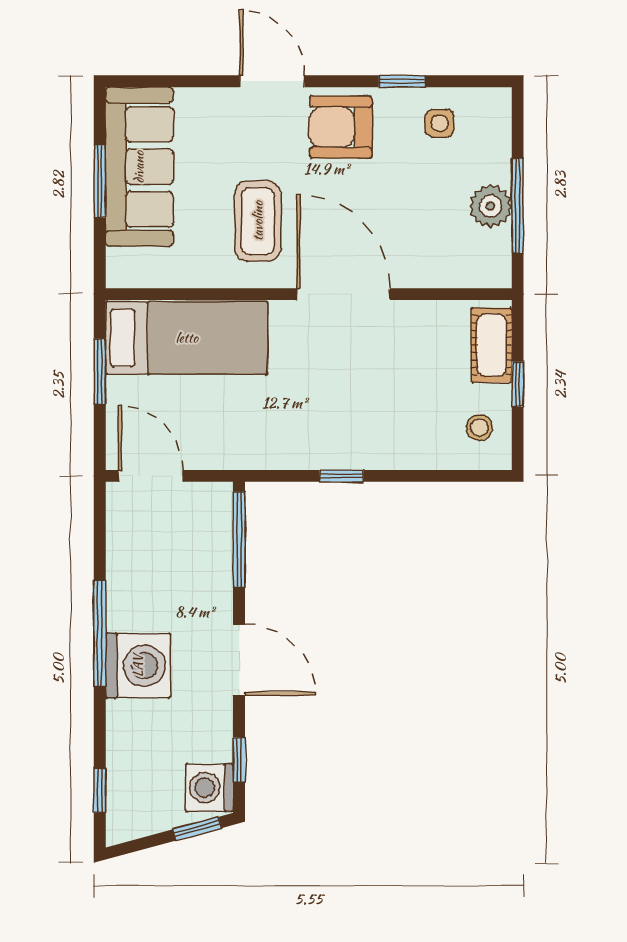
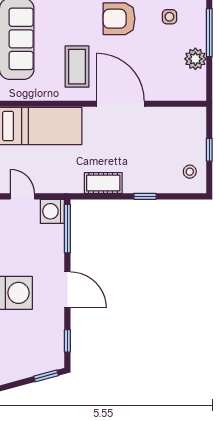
window: (518, 206) -> (209, 33), moved
cot: (492, 345) -> (103, 183), moved, turned 90
door: (151, 476) -> (22, 196), width x0.73
window: (341, 476) -> (145, 196), moved
washing machine: (210, 788) -> (52, 211), moved

